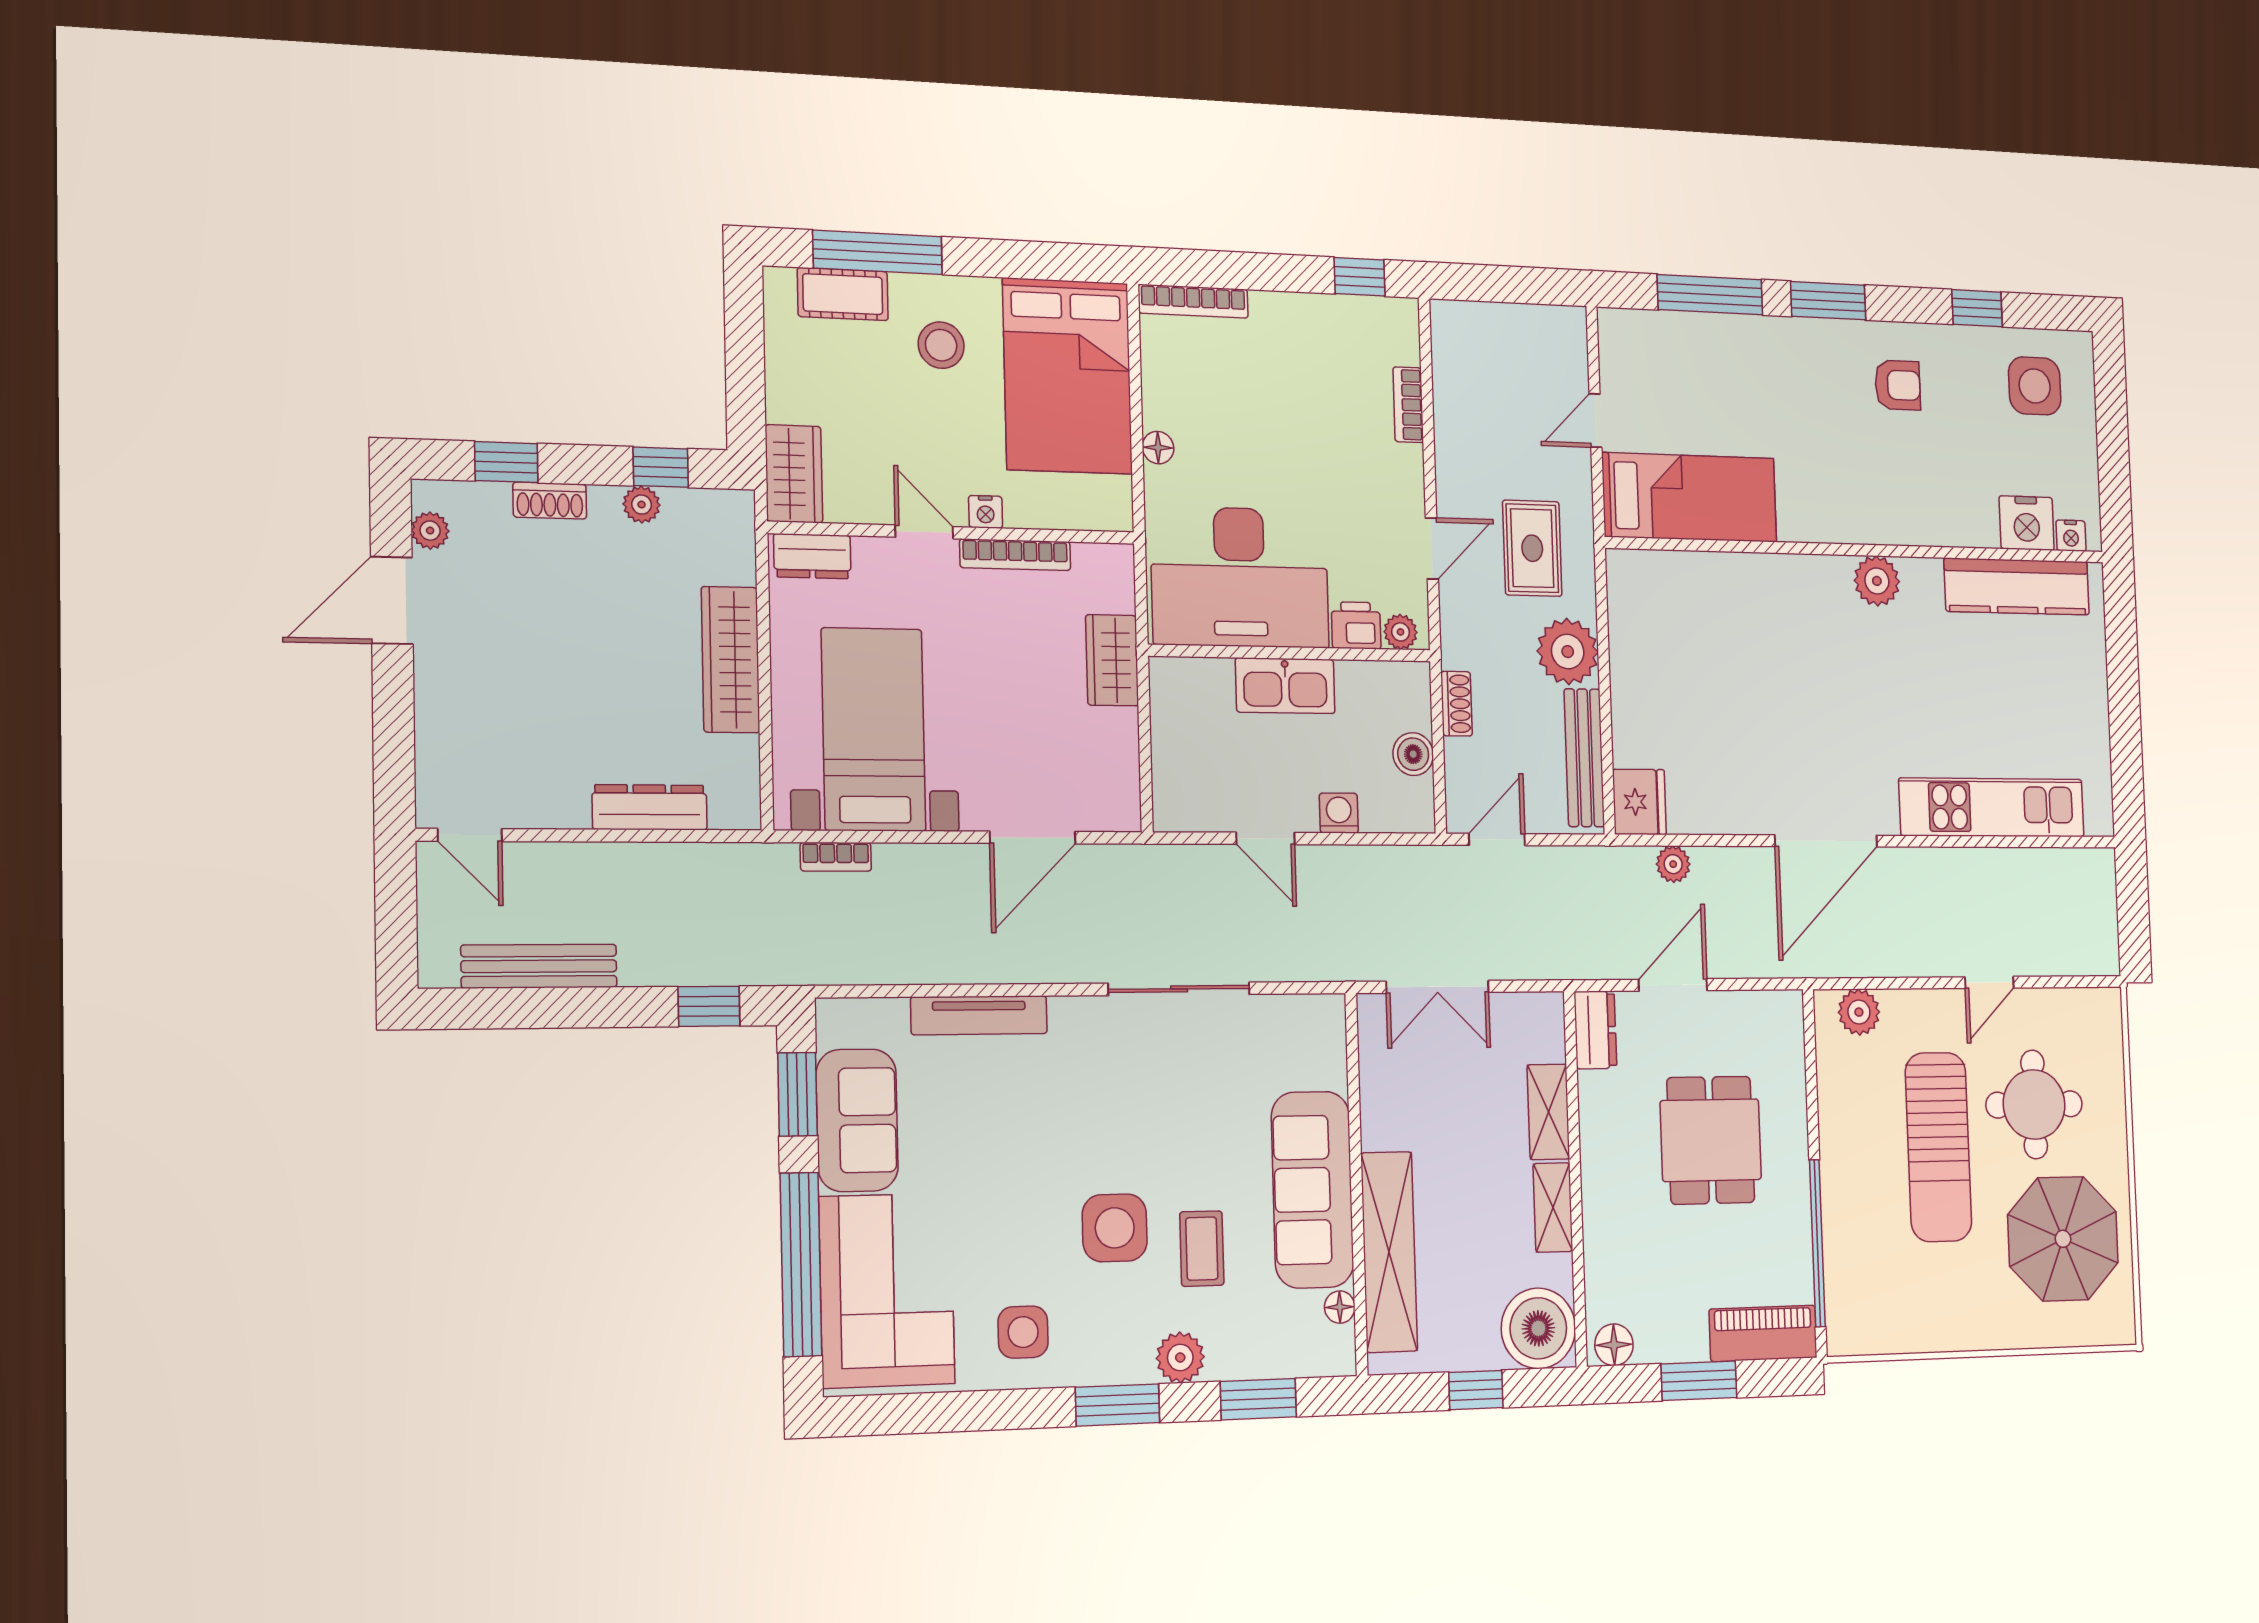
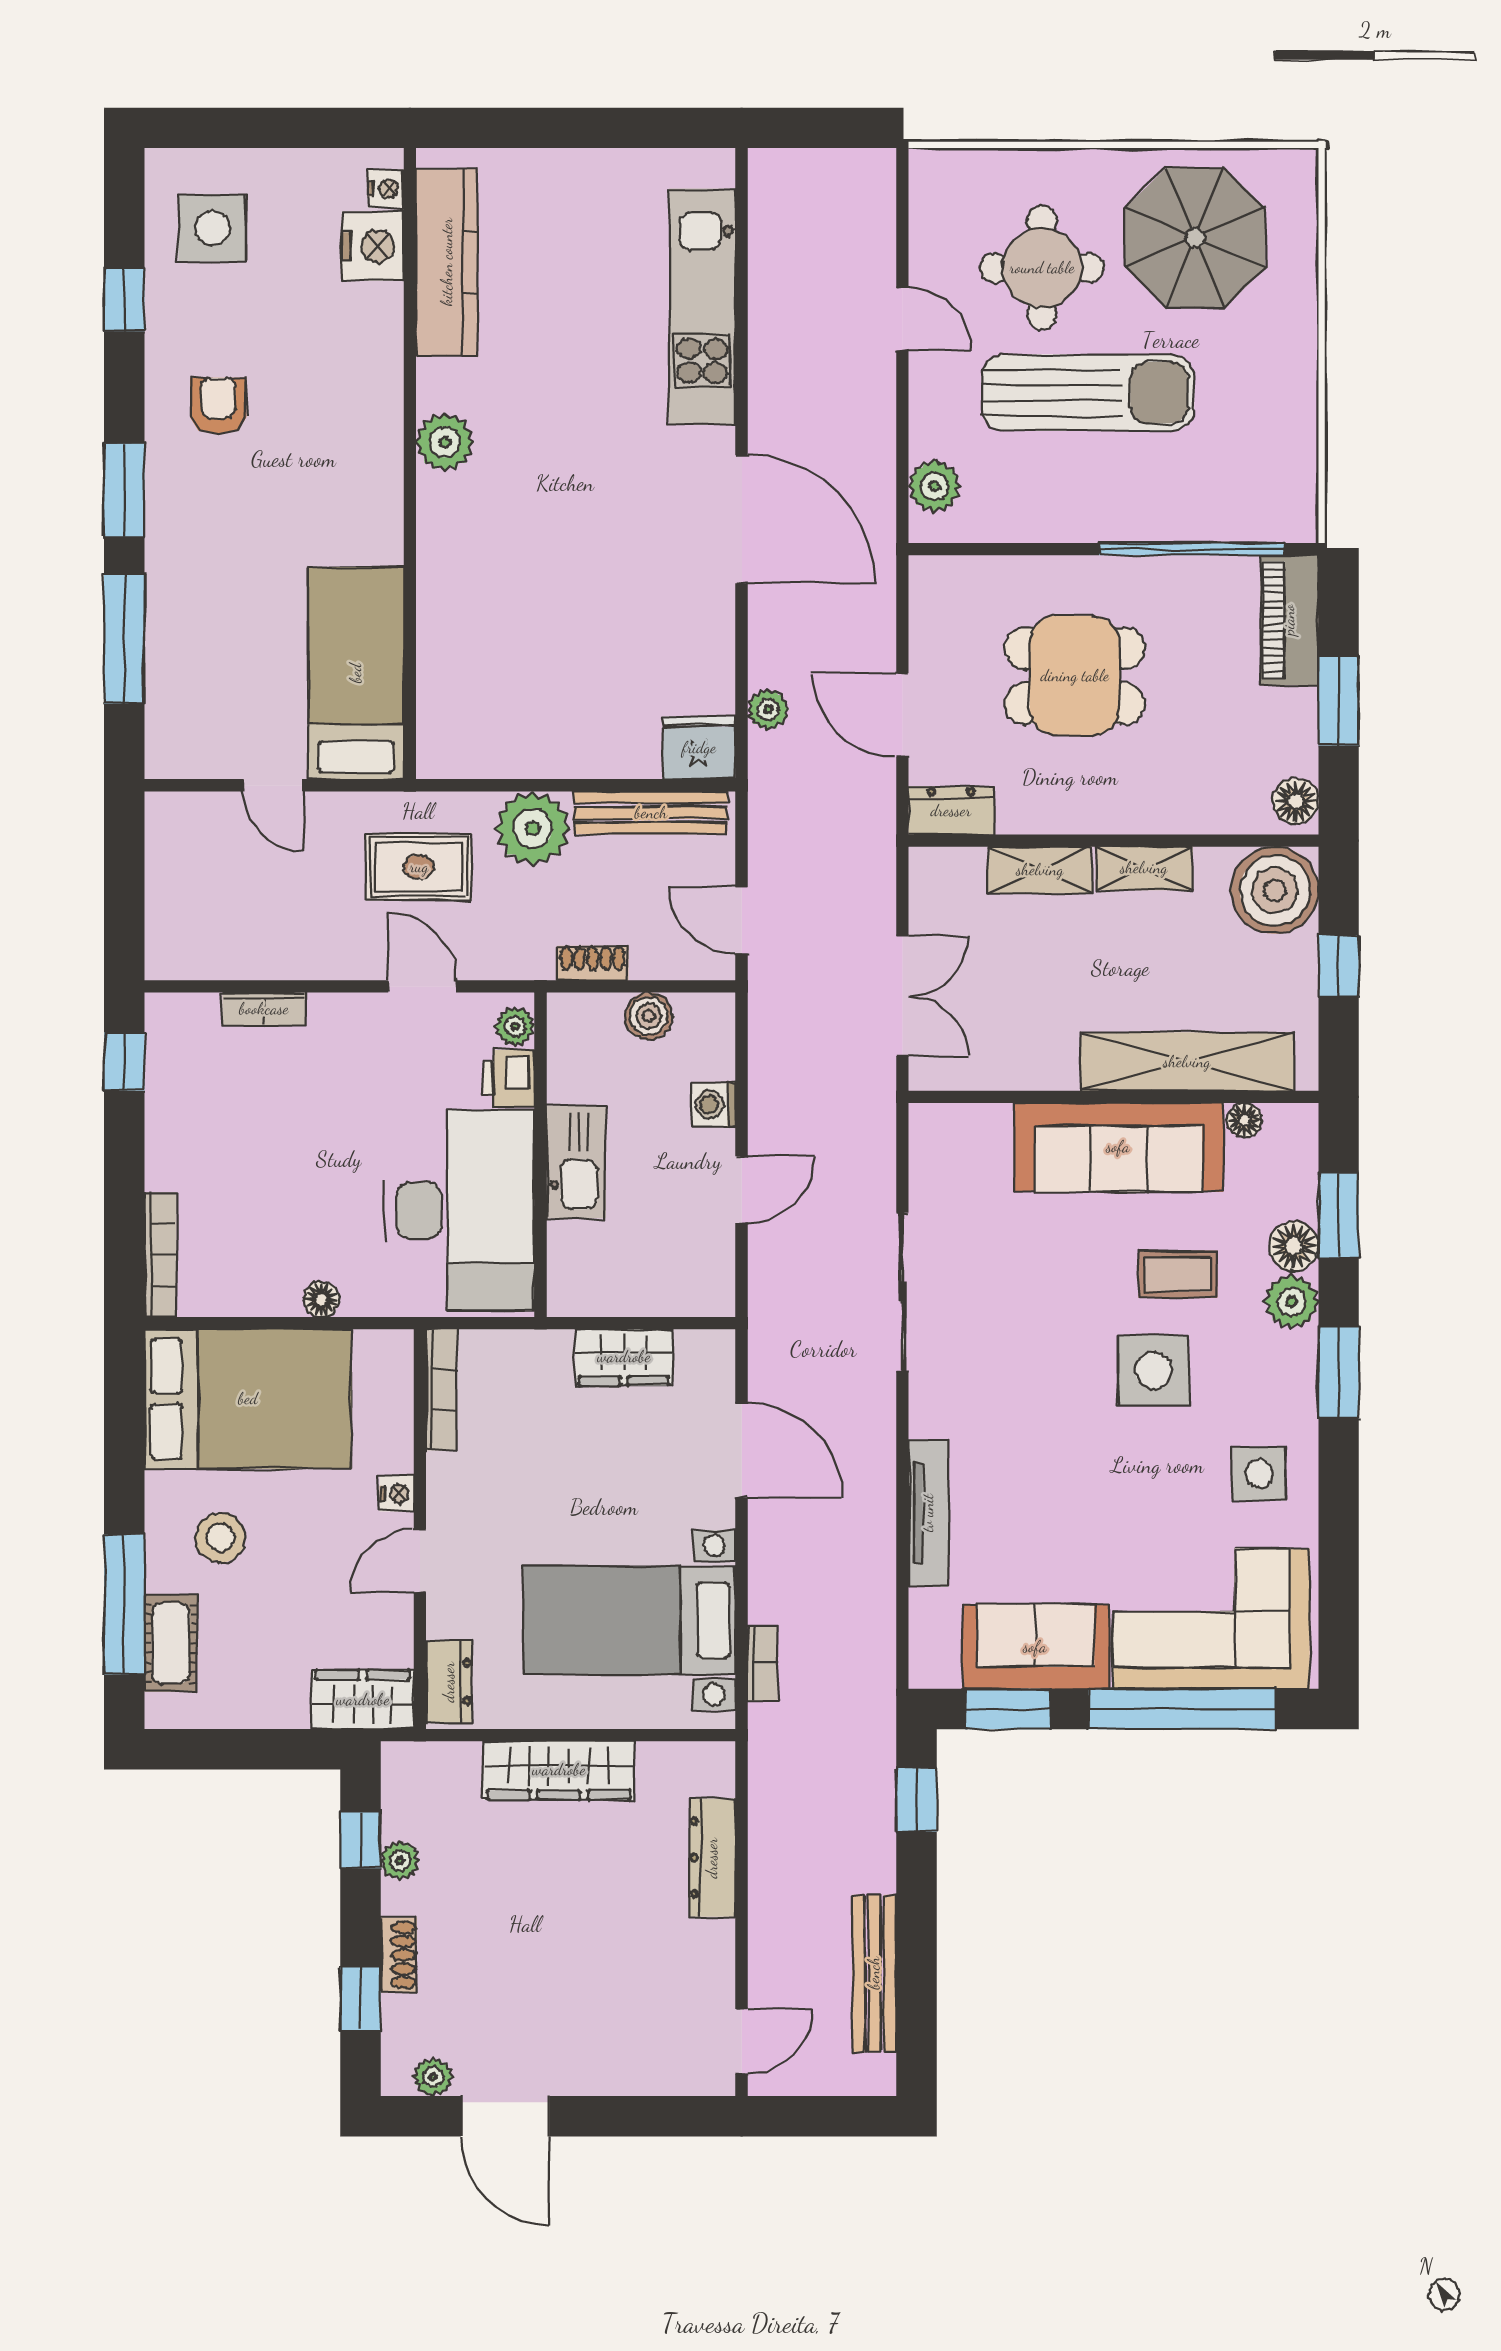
bookcase: (1015, 555) -> (441, 1390), moved
wardrobe: (1112, 660) -> (624, 1357), moved
floor lamp: (1230, 1358) -> (1294, 1246), added

